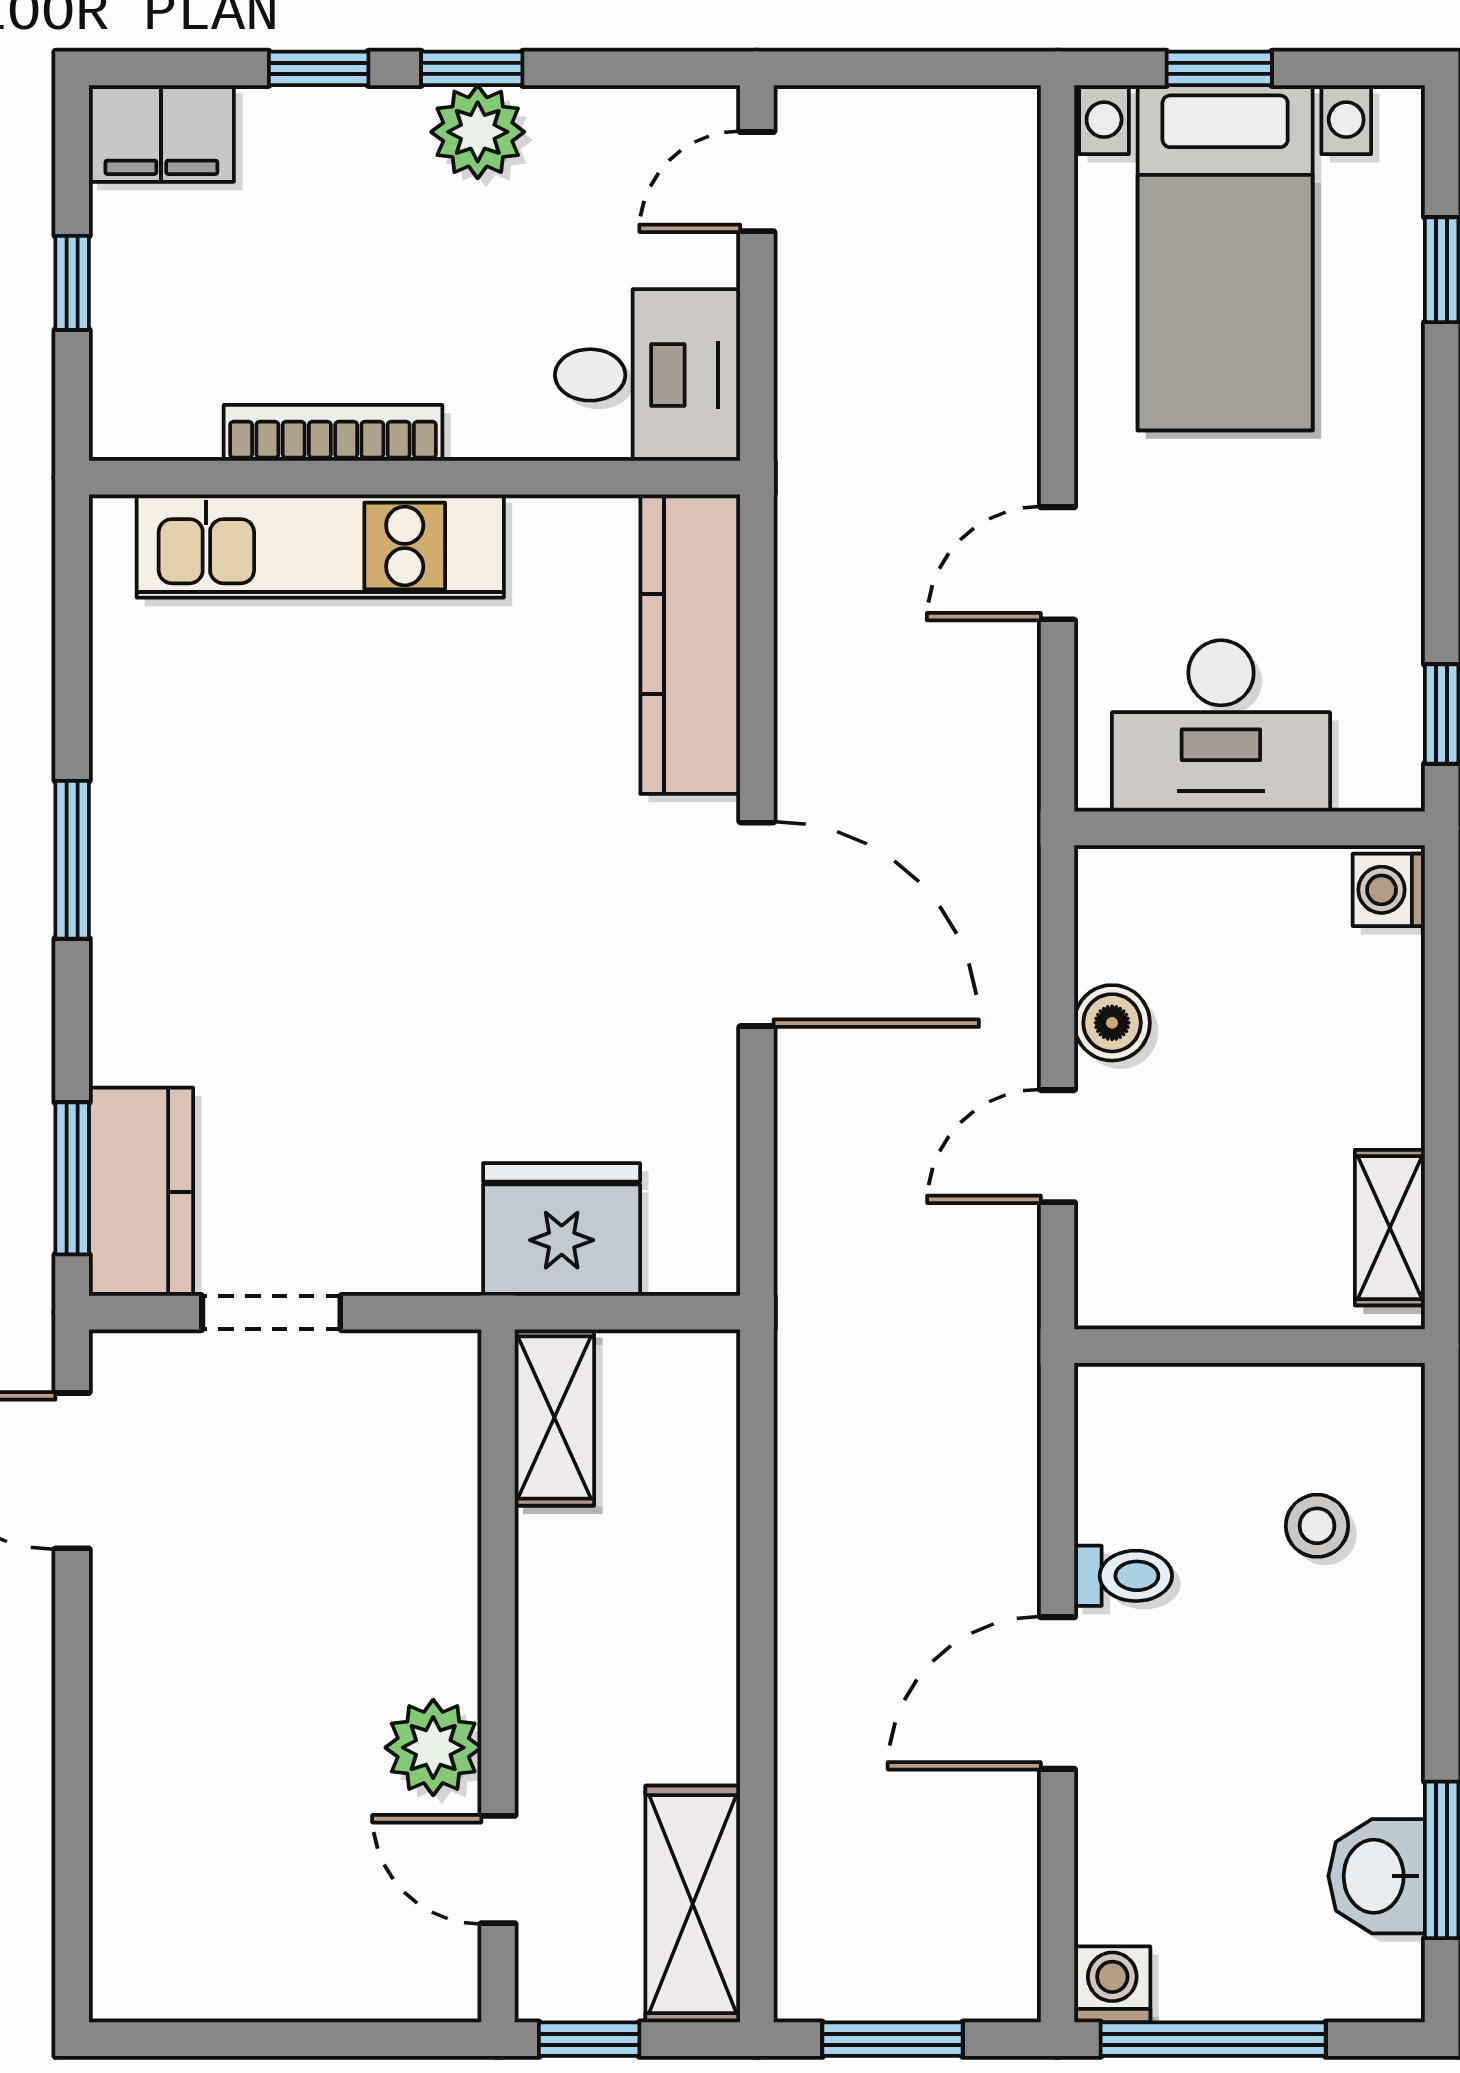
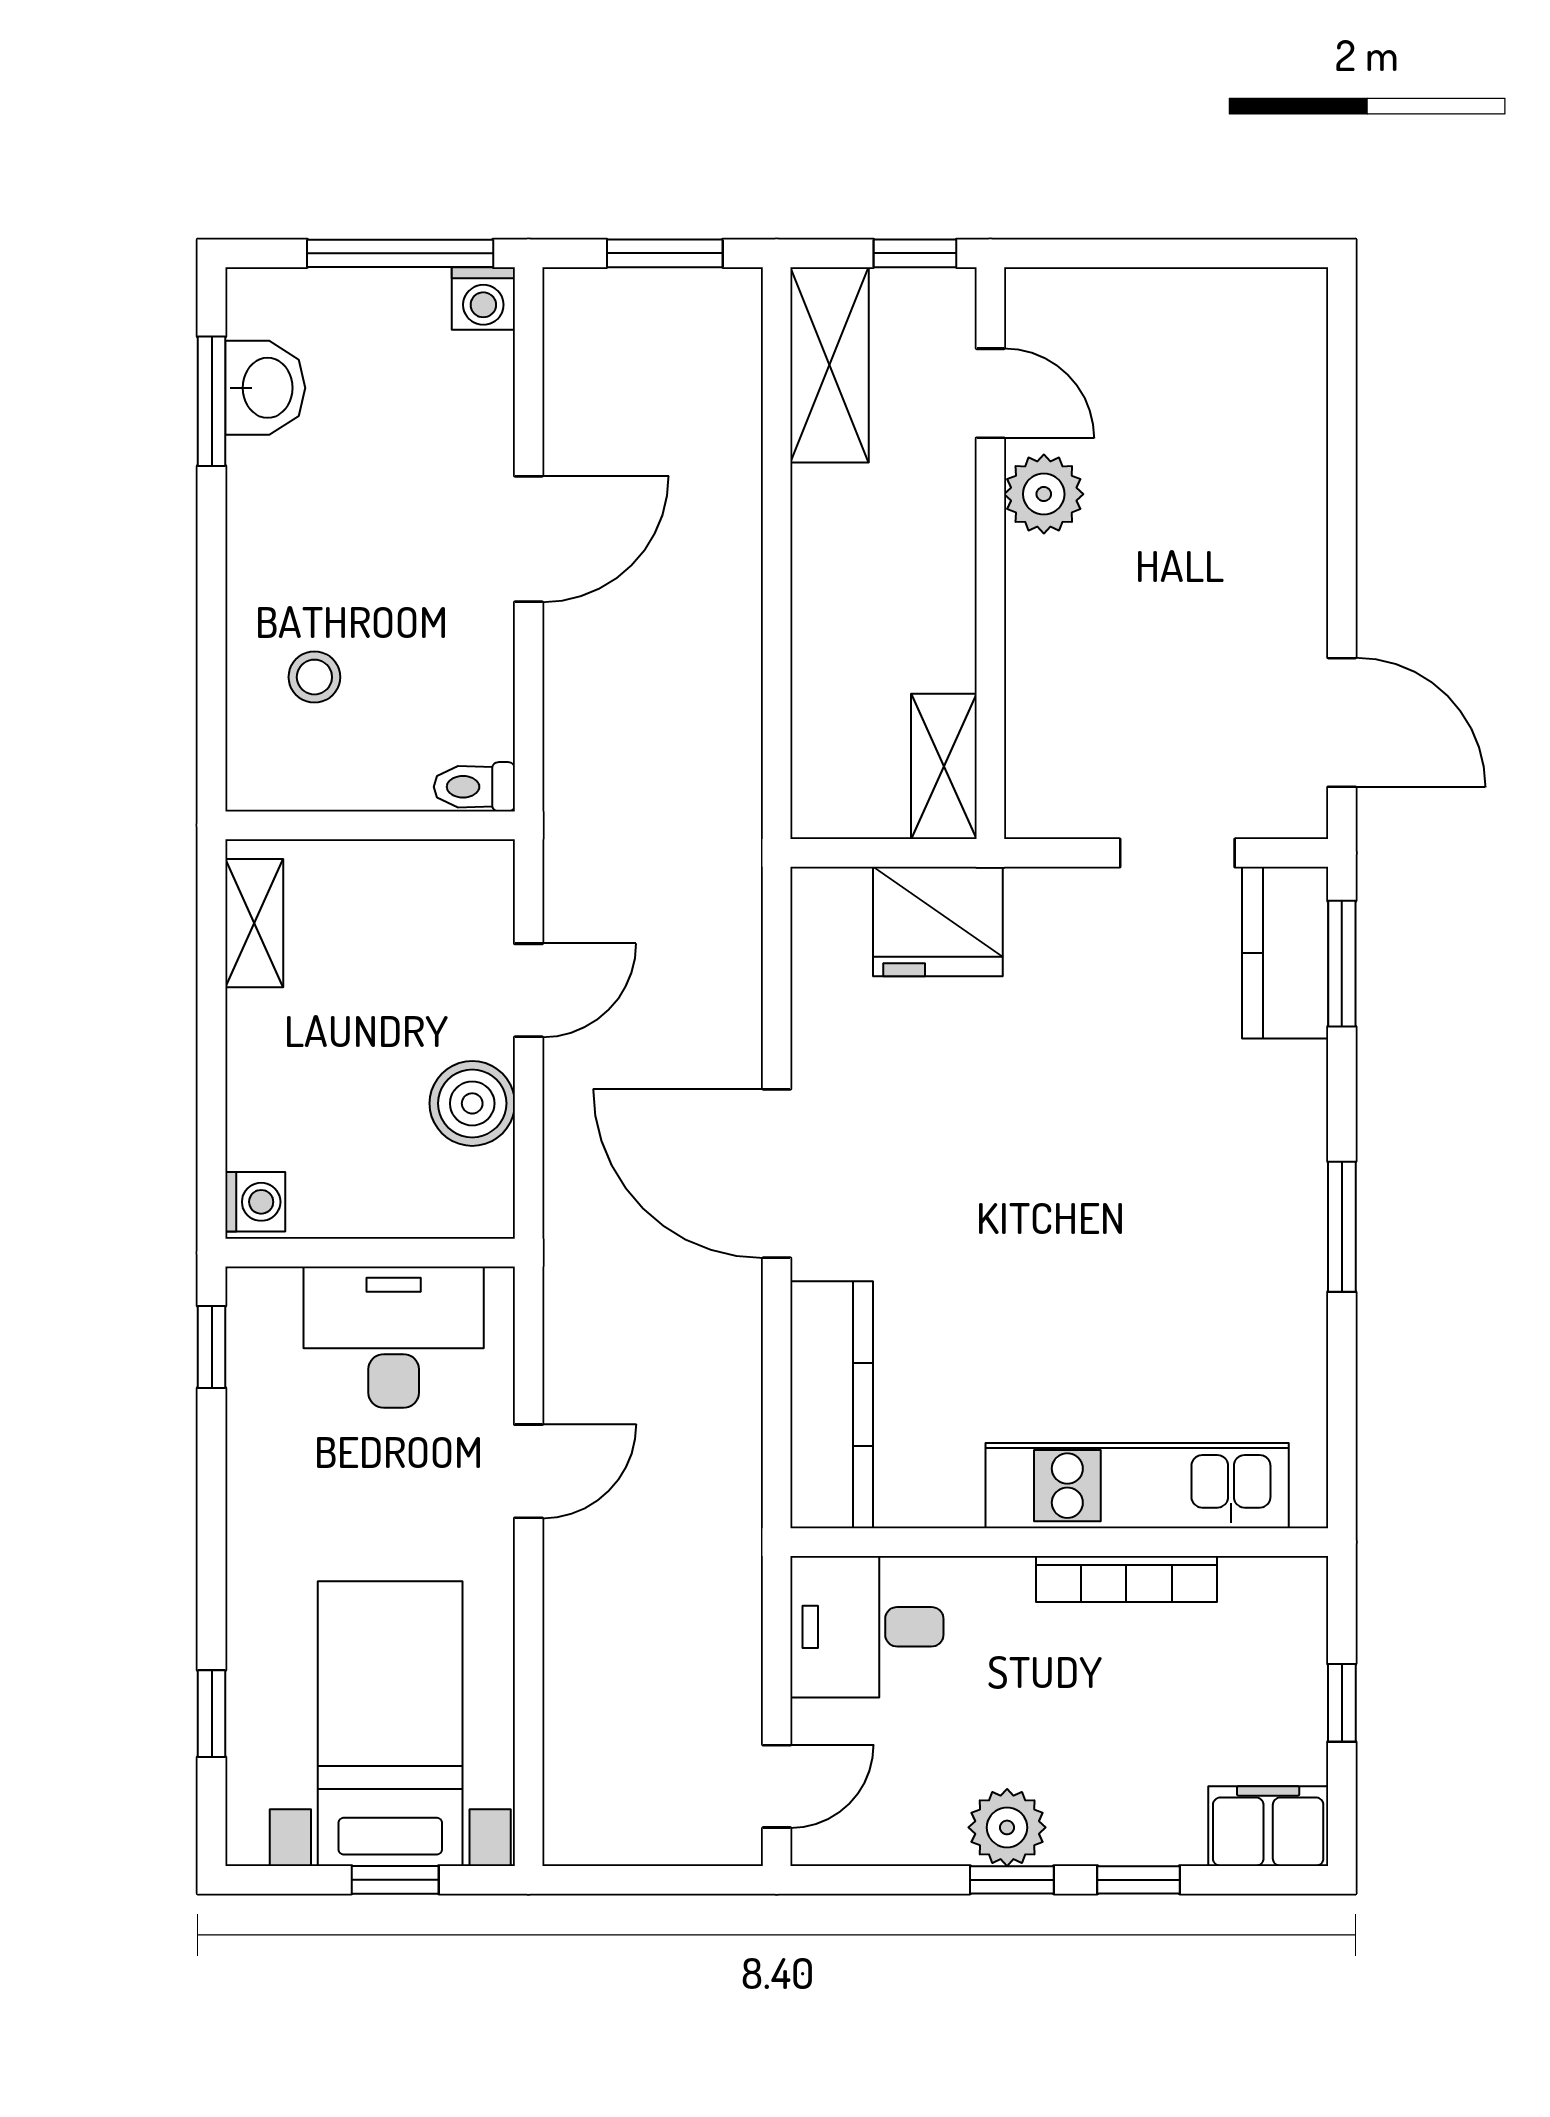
boiler: (1112, 1023) -> (472, 1103), width x1.36, depth x1.36
toilet: (1123, 1576) -> (474, 787), moved

